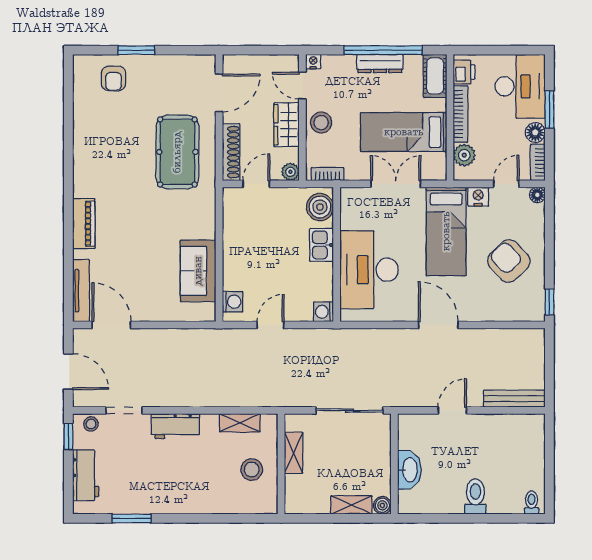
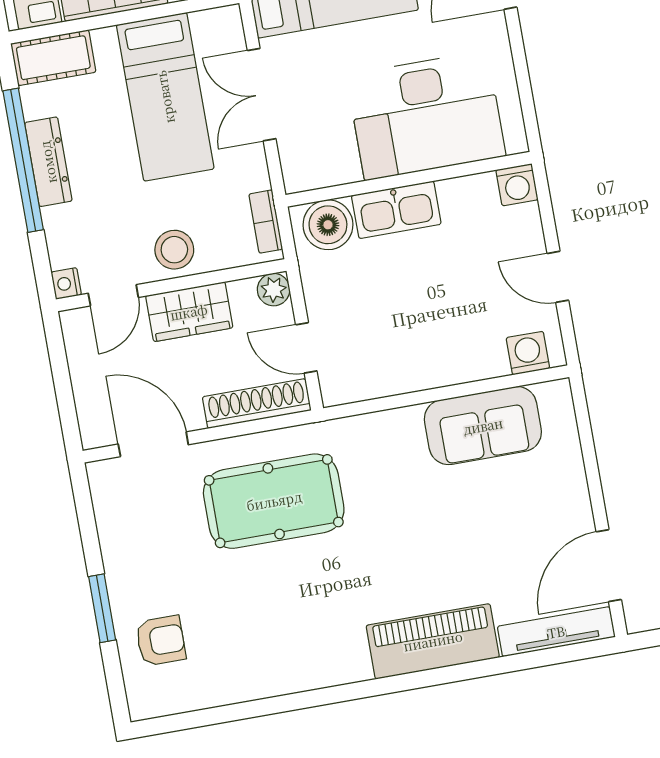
piano: (84, 224) -> (433, 641), width x1.37, depth x1.33
kitchen sink: (322, 245) -> (396, 210), width x1.38

